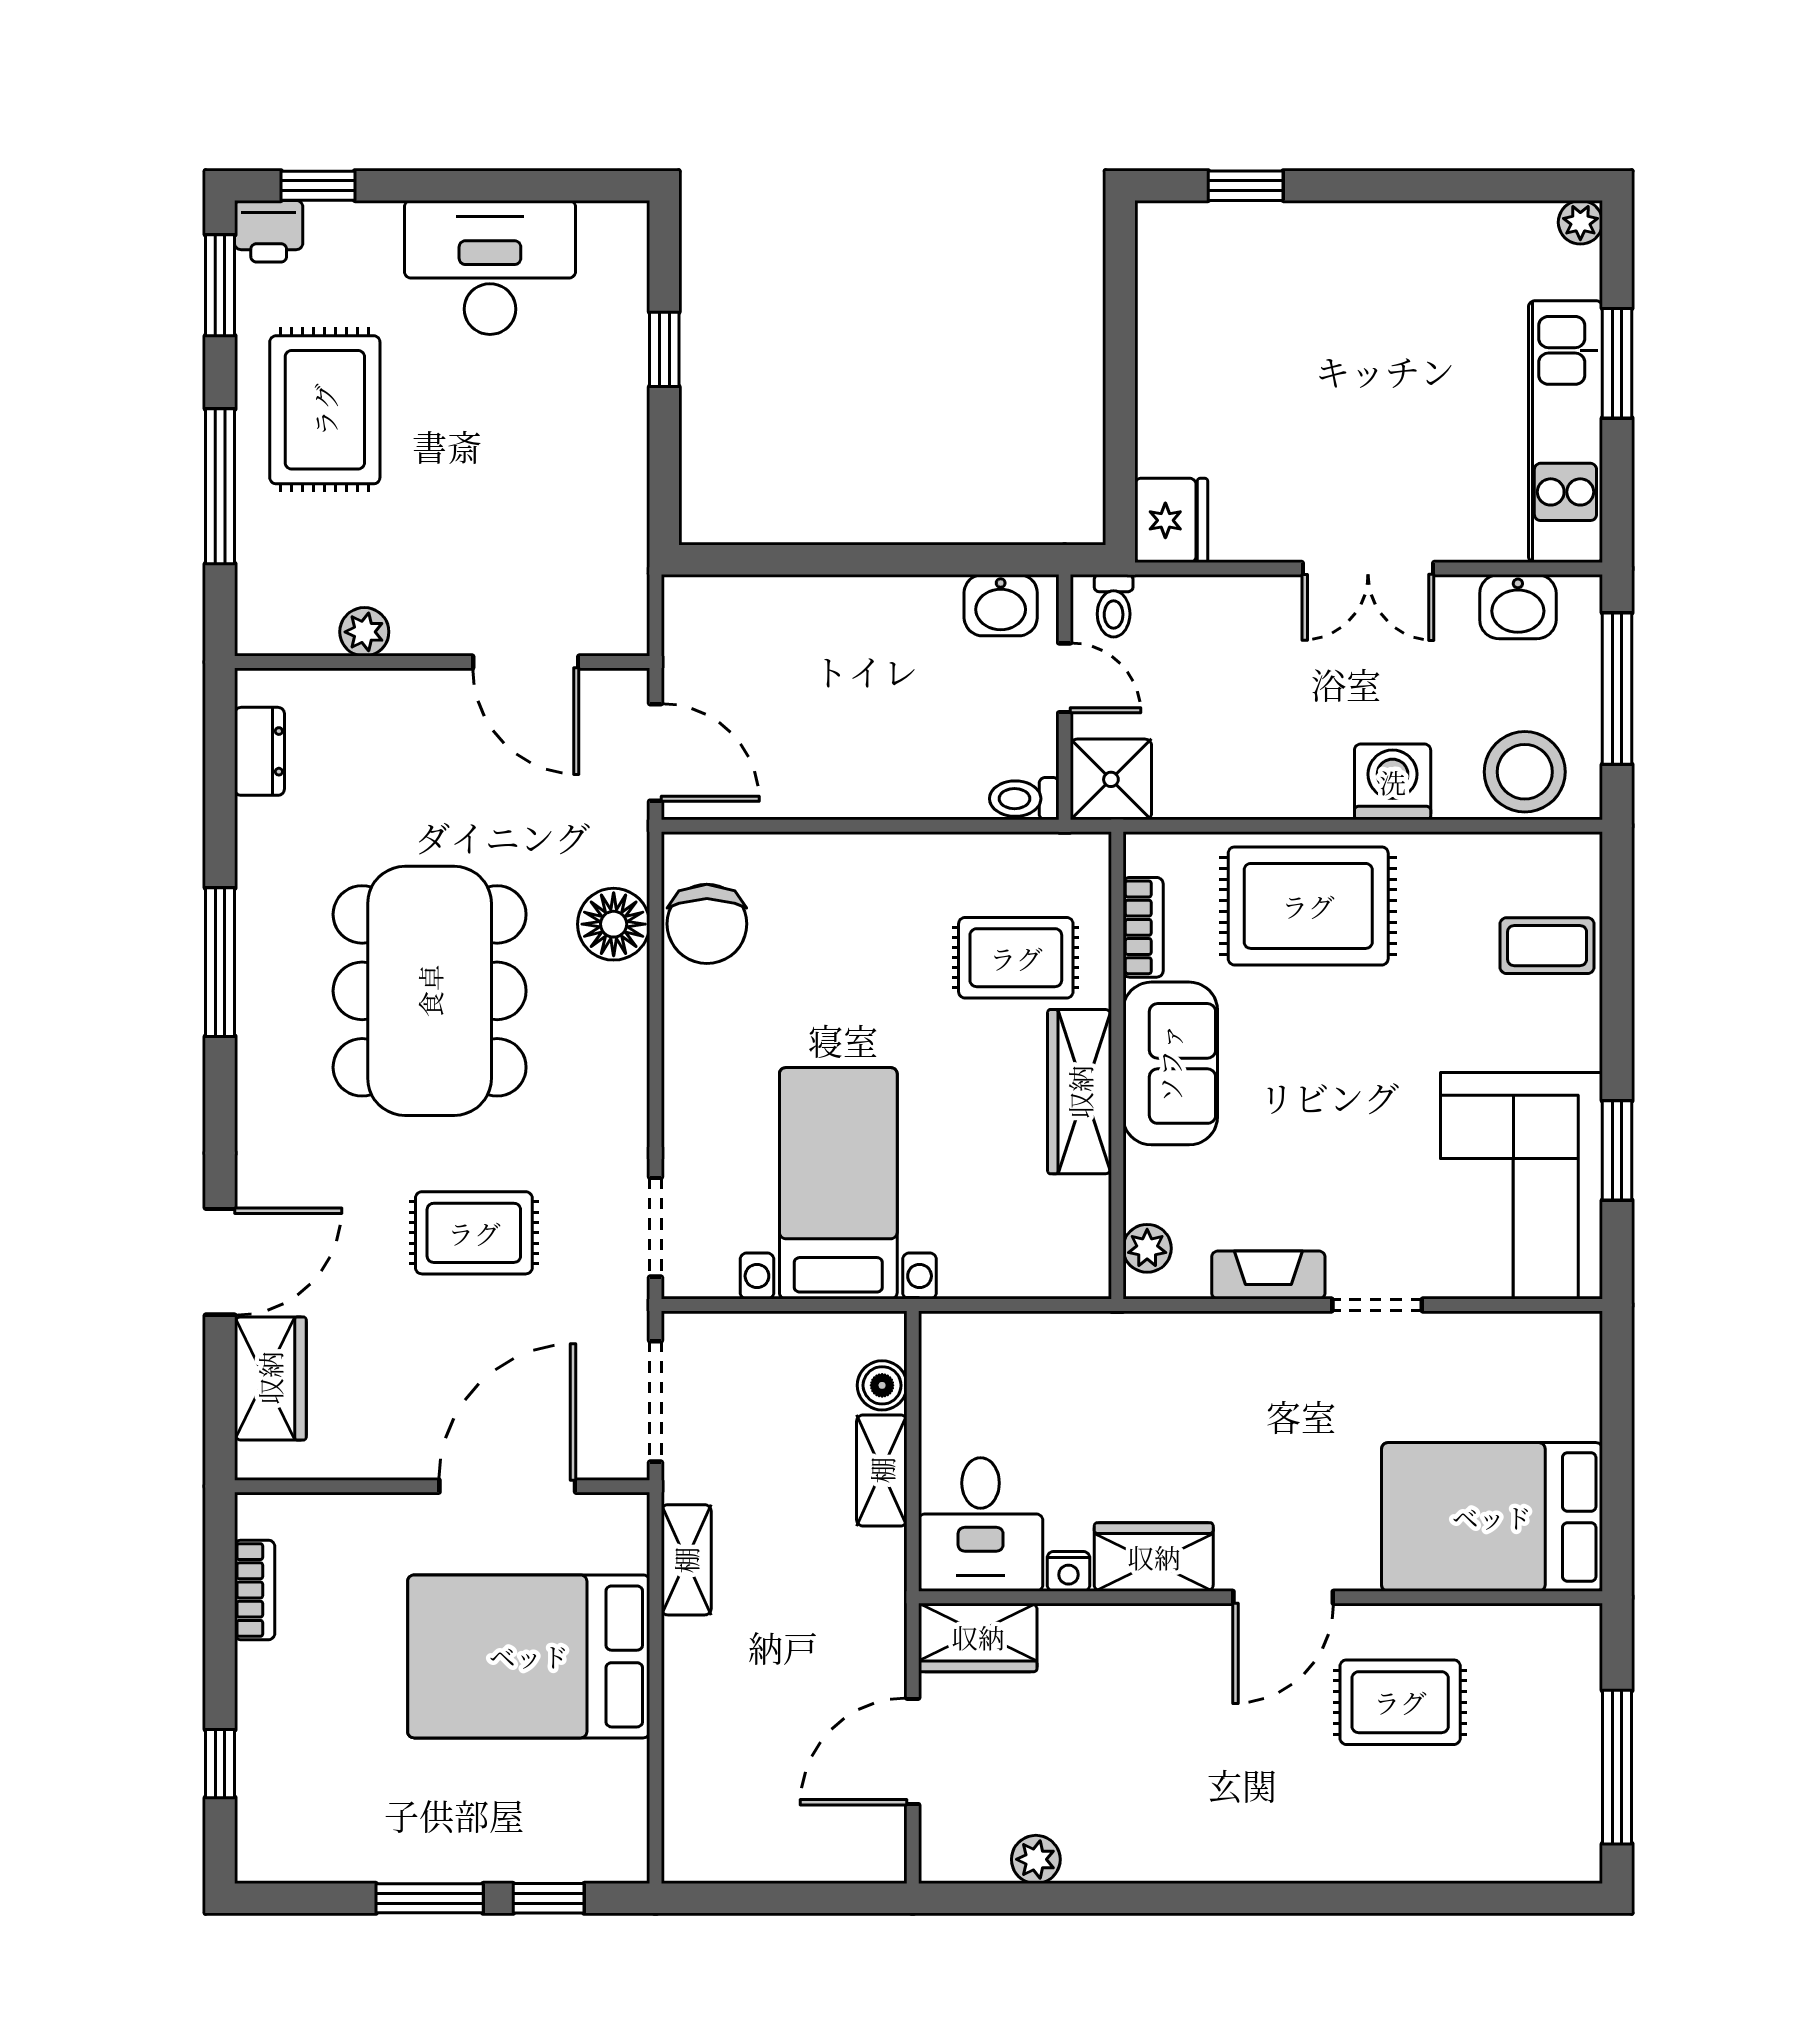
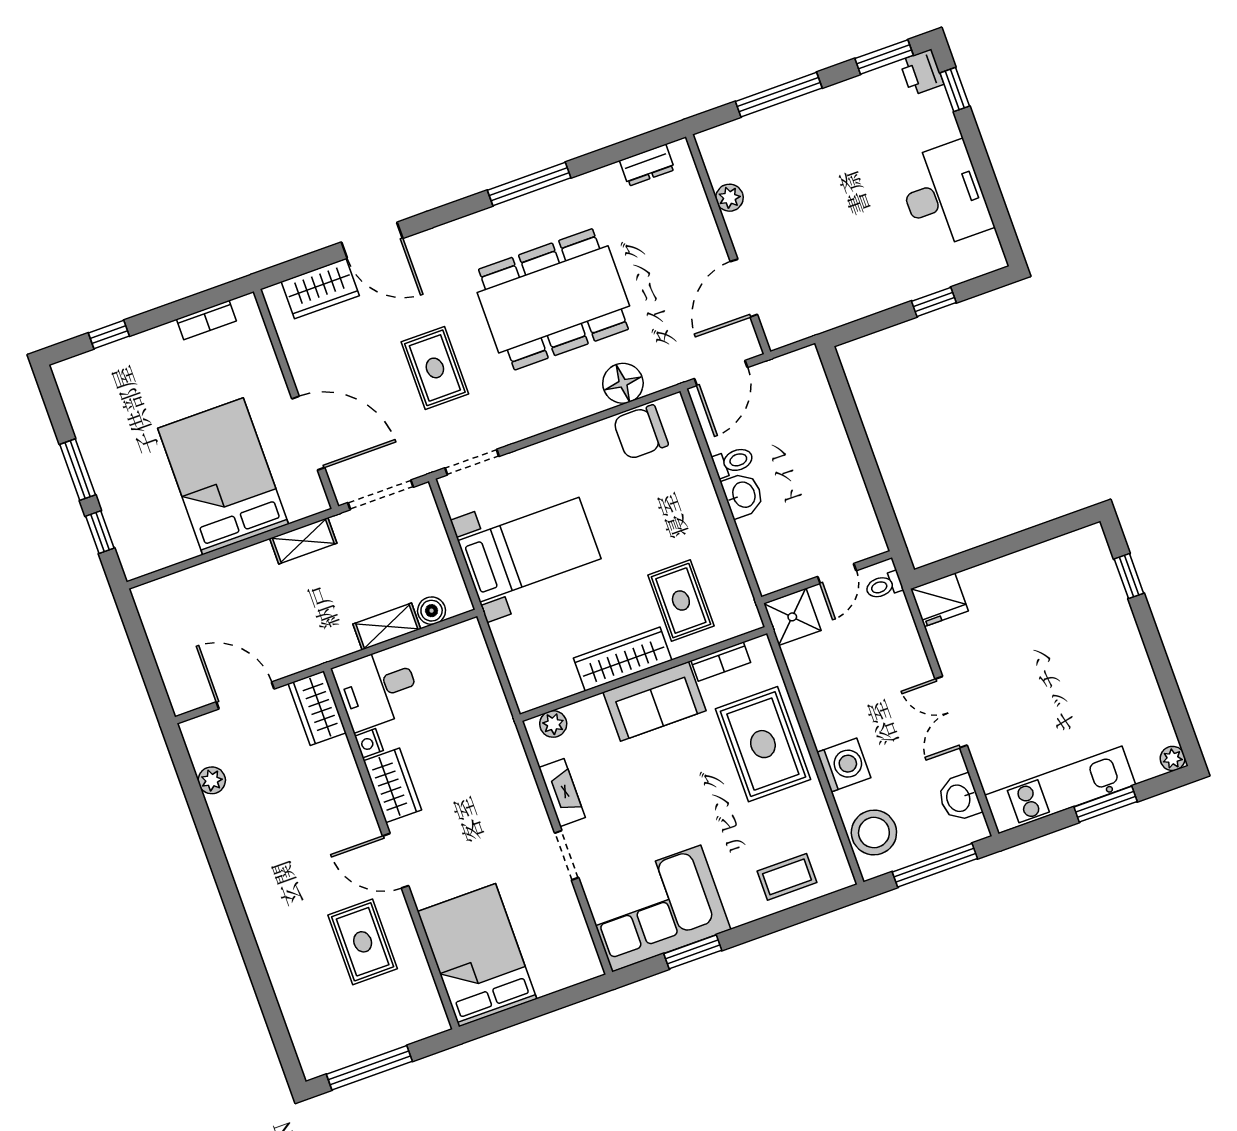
rug: (325, 410) -> (839, 135), removed
washbasin: (1001, 605) -> (743, 495), moved, turned 180
toilet: (1024, 799) -> (733, 462), moved, turned 90
coffee table: (1547, 946) -> (787, 877), turned 90

